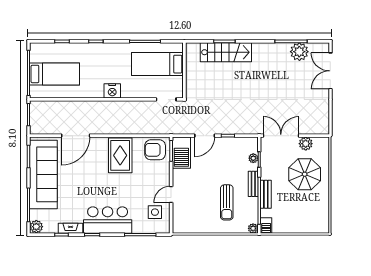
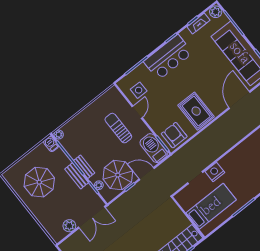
bed: (157, 64) -> (211, 206), moved
wall: (184, 70) -> (188, 217), moved
nightstand: (112, 91) -> (215, 172), moved
door: (205, 136) -> (147, 174), hinge flipped
armchair: (155, 150) -> (174, 135), turned -90
parasol: (230, 154) -> (118, 175), added
parasol: (305, 174) -> (39, 182), moved
bench: (266, 194) -> (77, 176), moved
sun lounger: (227, 202) -> (118, 128), moved
fireplace: (70, 228) -> (198, 24), moved

